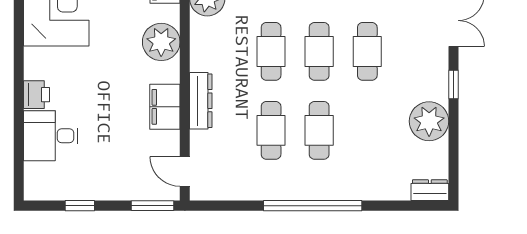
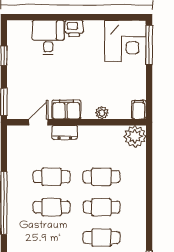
plant: (161, 42) -> (102, 113), width x0.53, depth x0.53
dresser: (201, 101) -> (65, 132), width x0.70
door: (185, 171) -> (38, 122), moved

